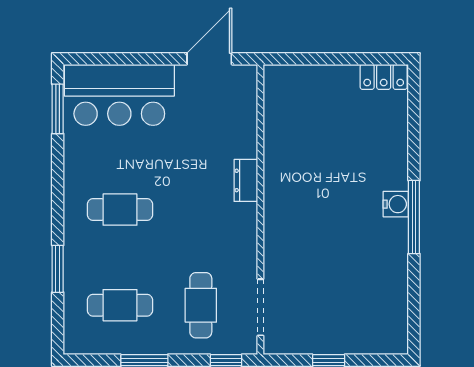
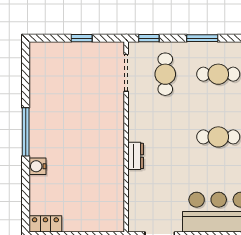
water cooler: (396, 204) -> (37, 166), moved

